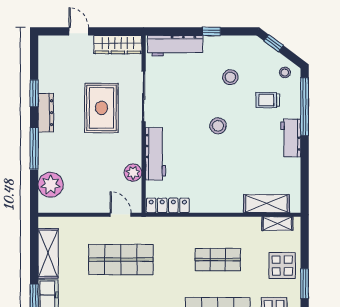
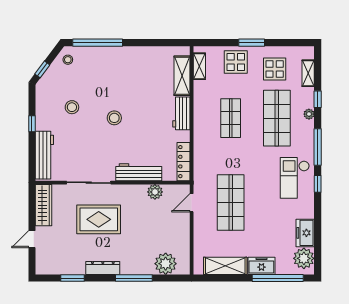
window: (34, 93) -> (73, 278), moved
trolley: (268, 100) -> (92, 74), removed
workbench: (291, 138) -> (181, 113), moved, turned 90

